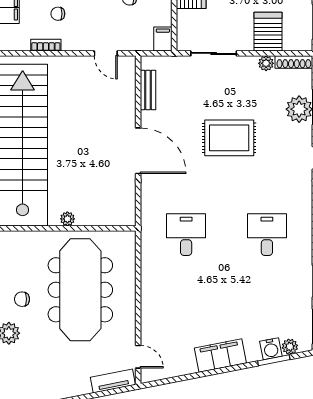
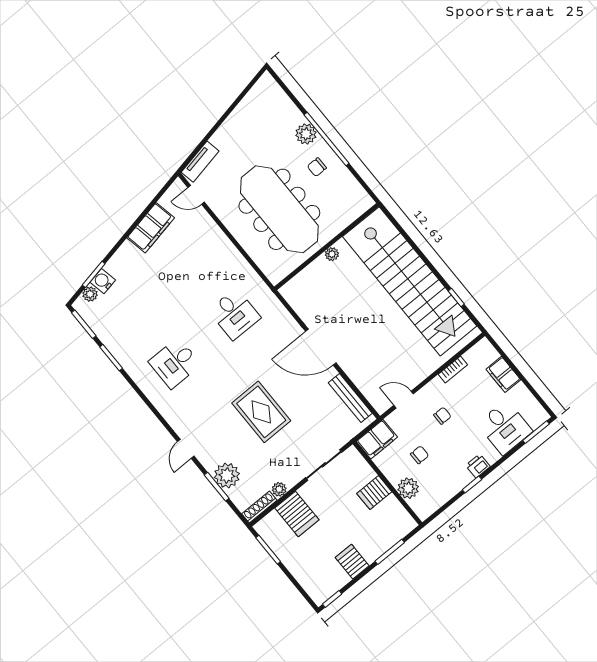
chair: (58, 14) -> (442, 416), moved
filing cabinet: (163, 39) -> (377, 439), width x2.00
bench: (148, 90) -> (350, 398), width x1.36
rug: (229, 138) -> (261, 412), turned 90
desk: (267, 235) -> (175, 363), turned 90
chair: (22, 299) -> (317, 167), turned 180
filing cabinet: (220, 356) -> (151, 228), moved

